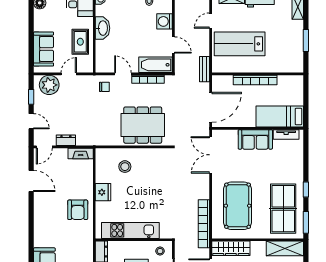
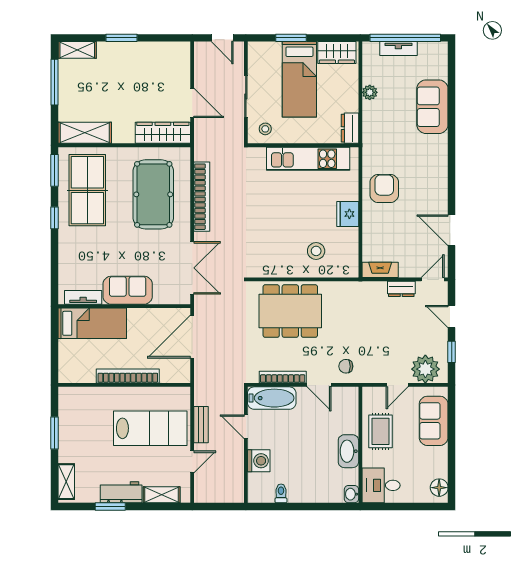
bench: (205, 69) -> (201, 425), moved
bookcase: (204, 224) -> (202, 197), moved

